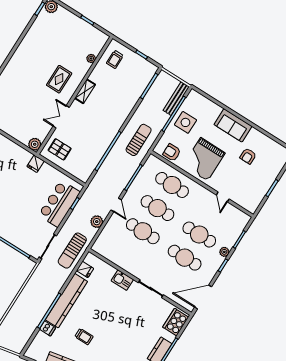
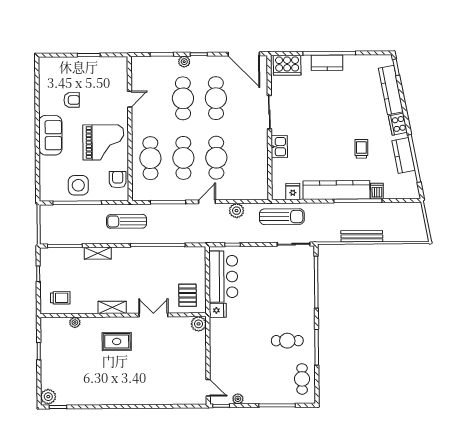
bench: (176, 98) -> (362, 236), moved
shelving: (129, 106) -> (98, 253), added
double door: (61, 117) -> (153, 315), swing flipped
armchair: (172, 152) -> (118, 180), turned 180
bar counter: (59, 204) -> (223, 277), moved, turned -90

